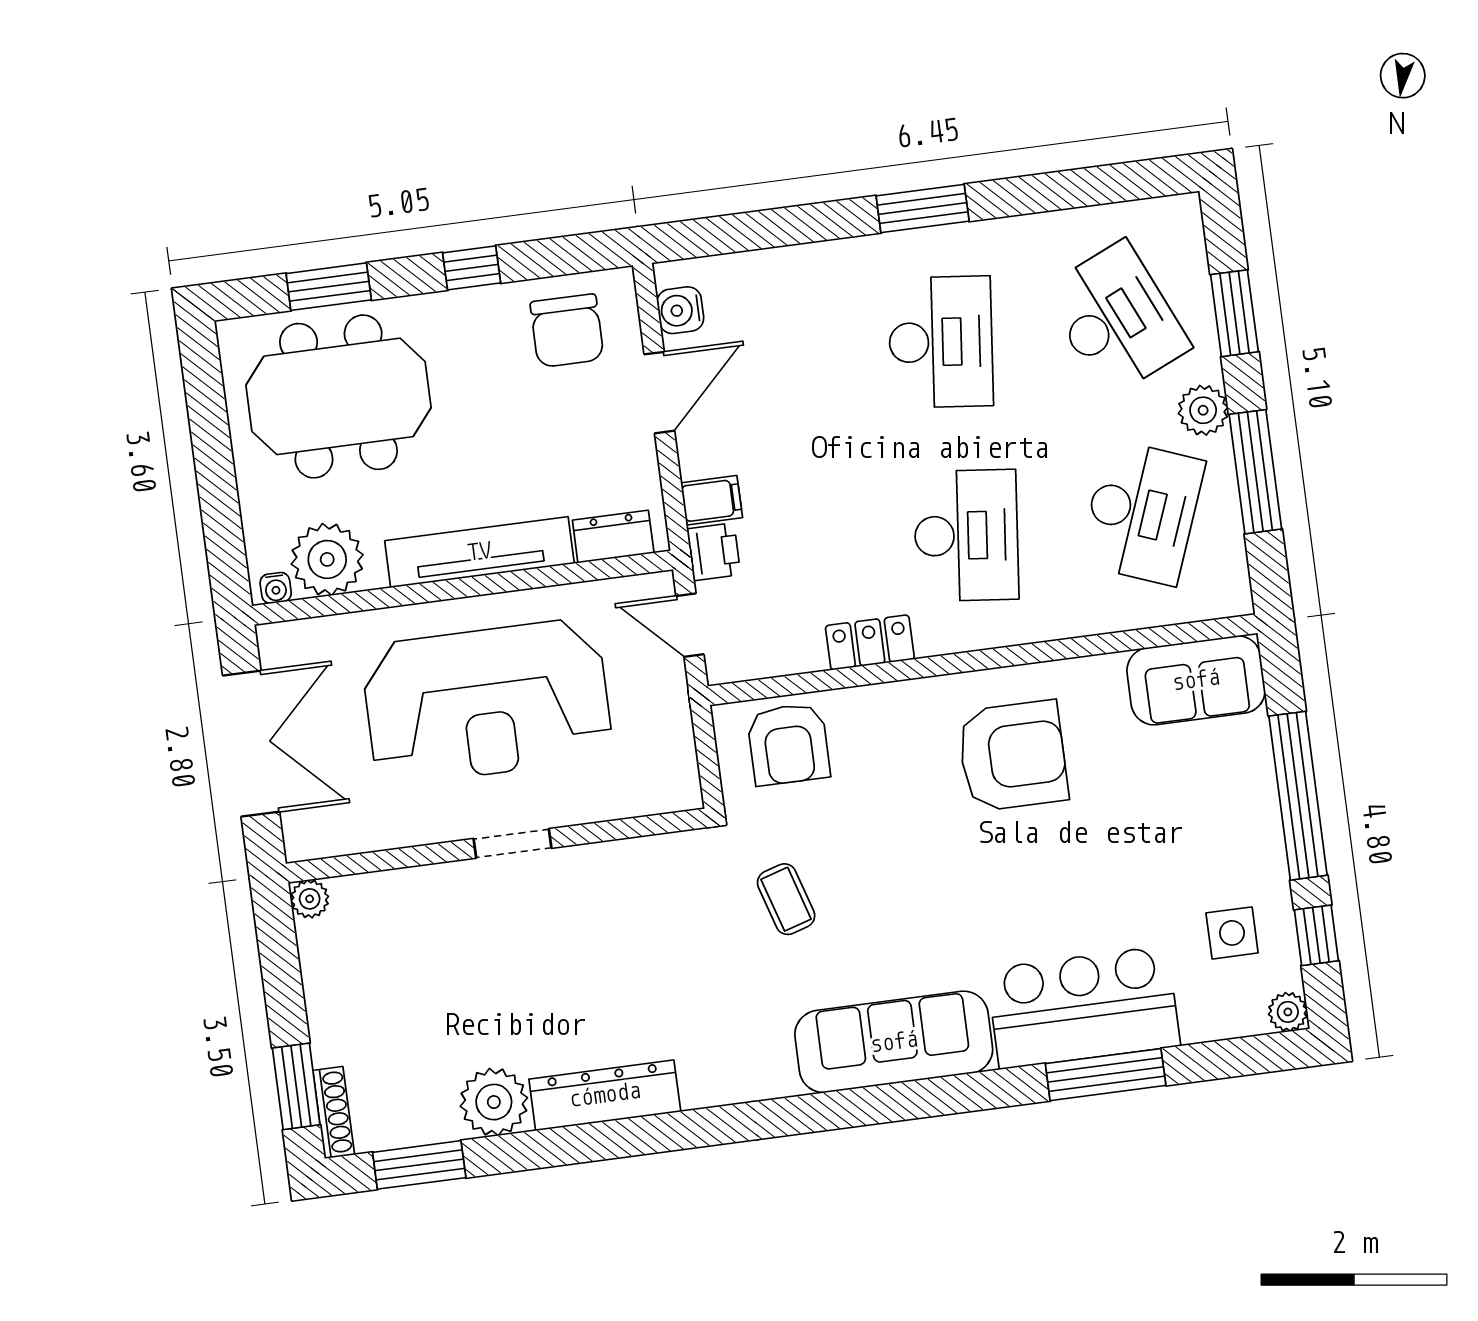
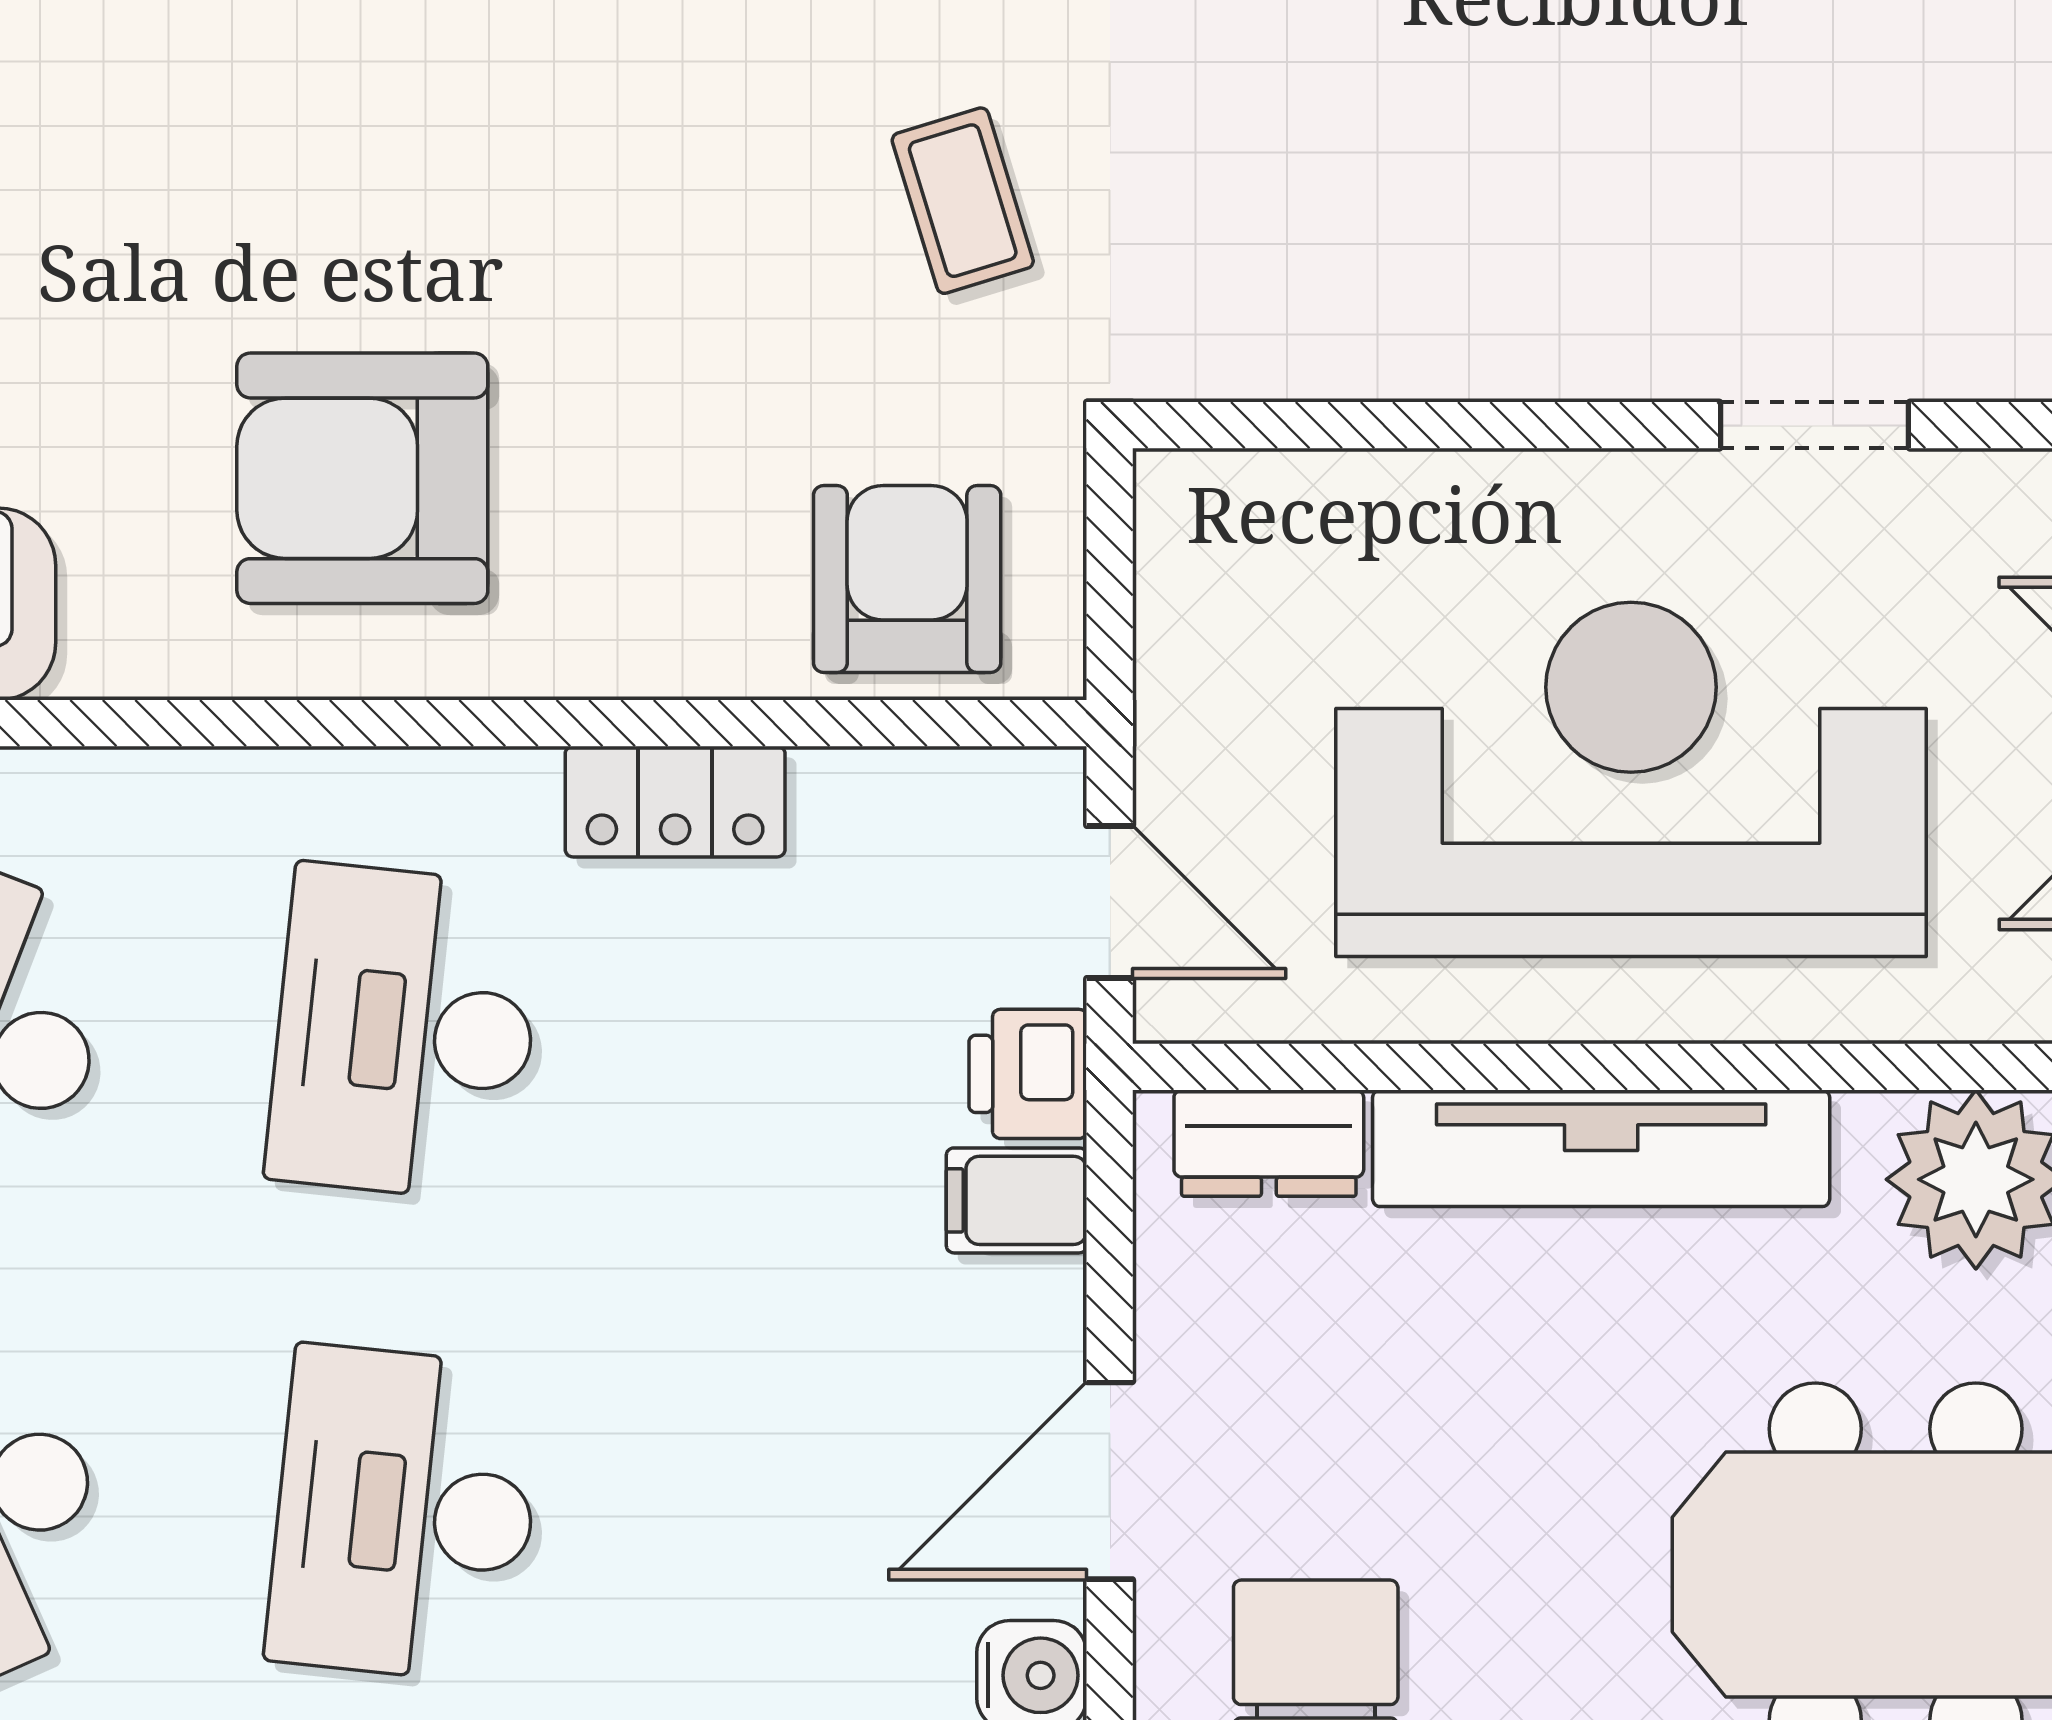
doorway: (512, 843) -> (1815, 425), moved

